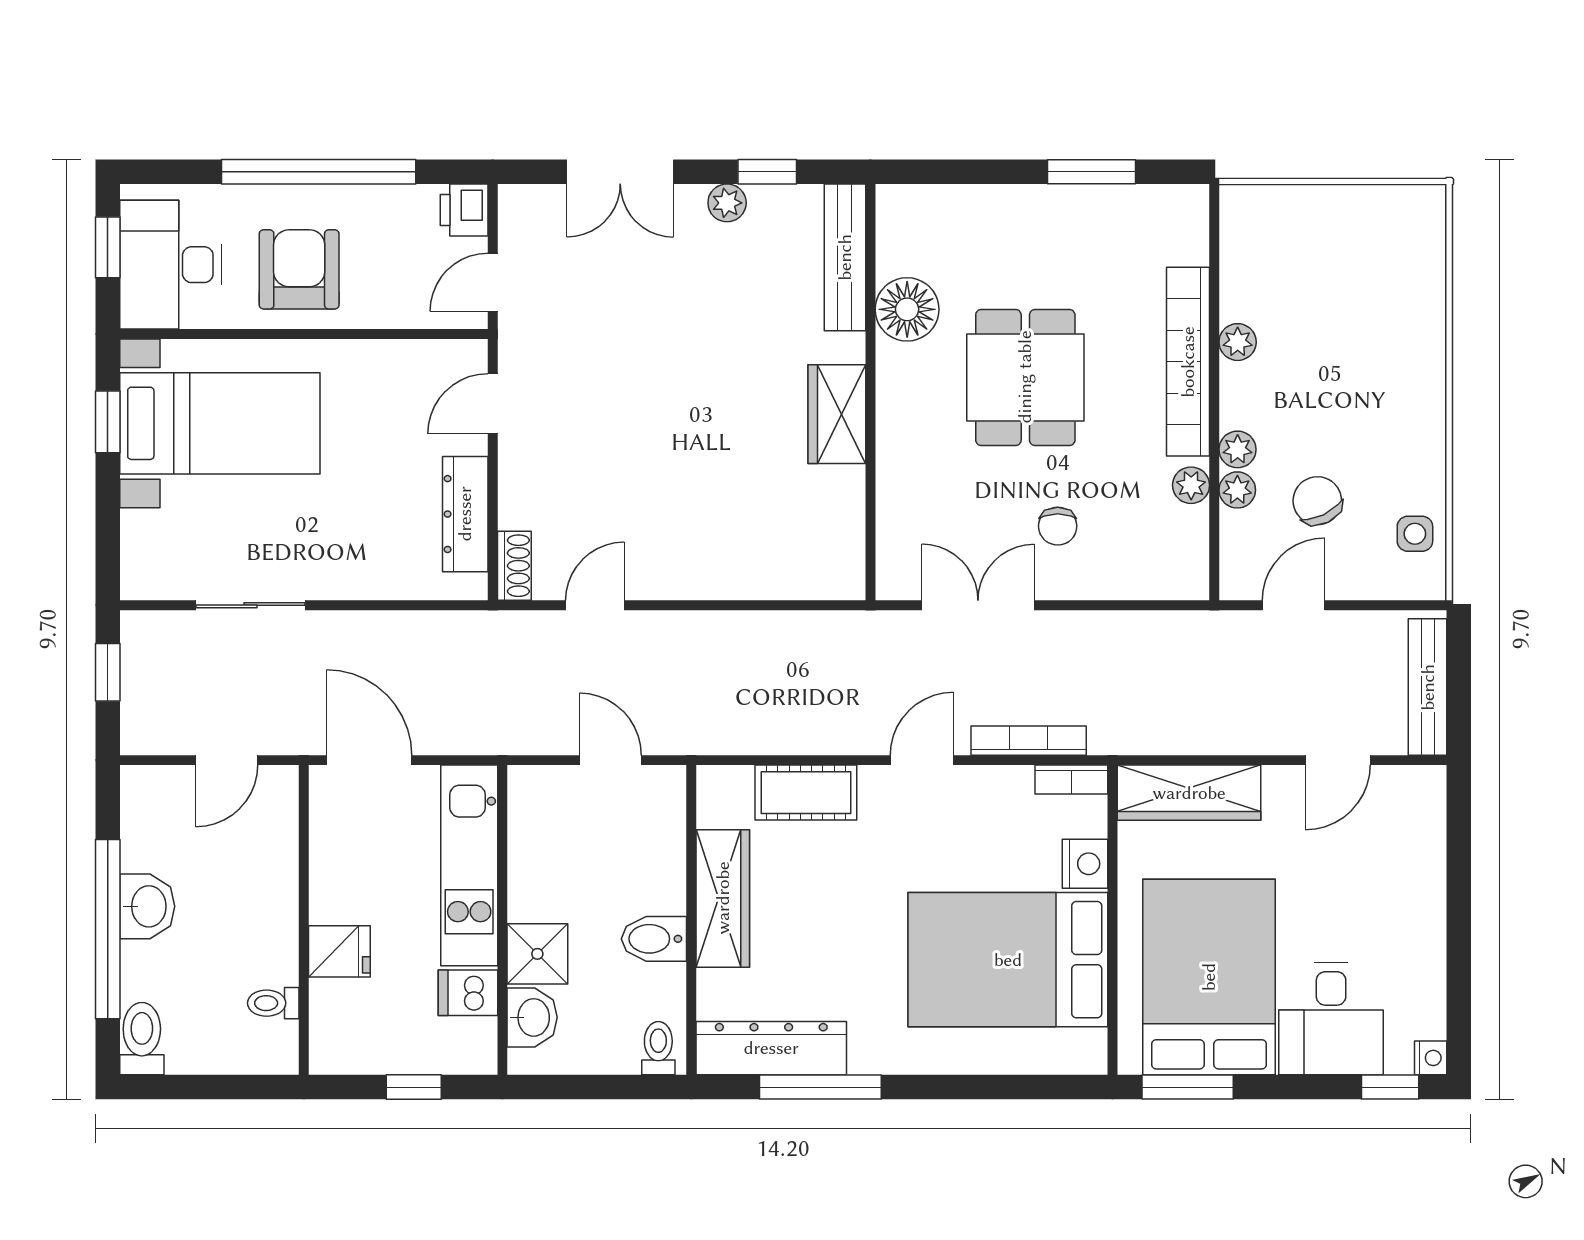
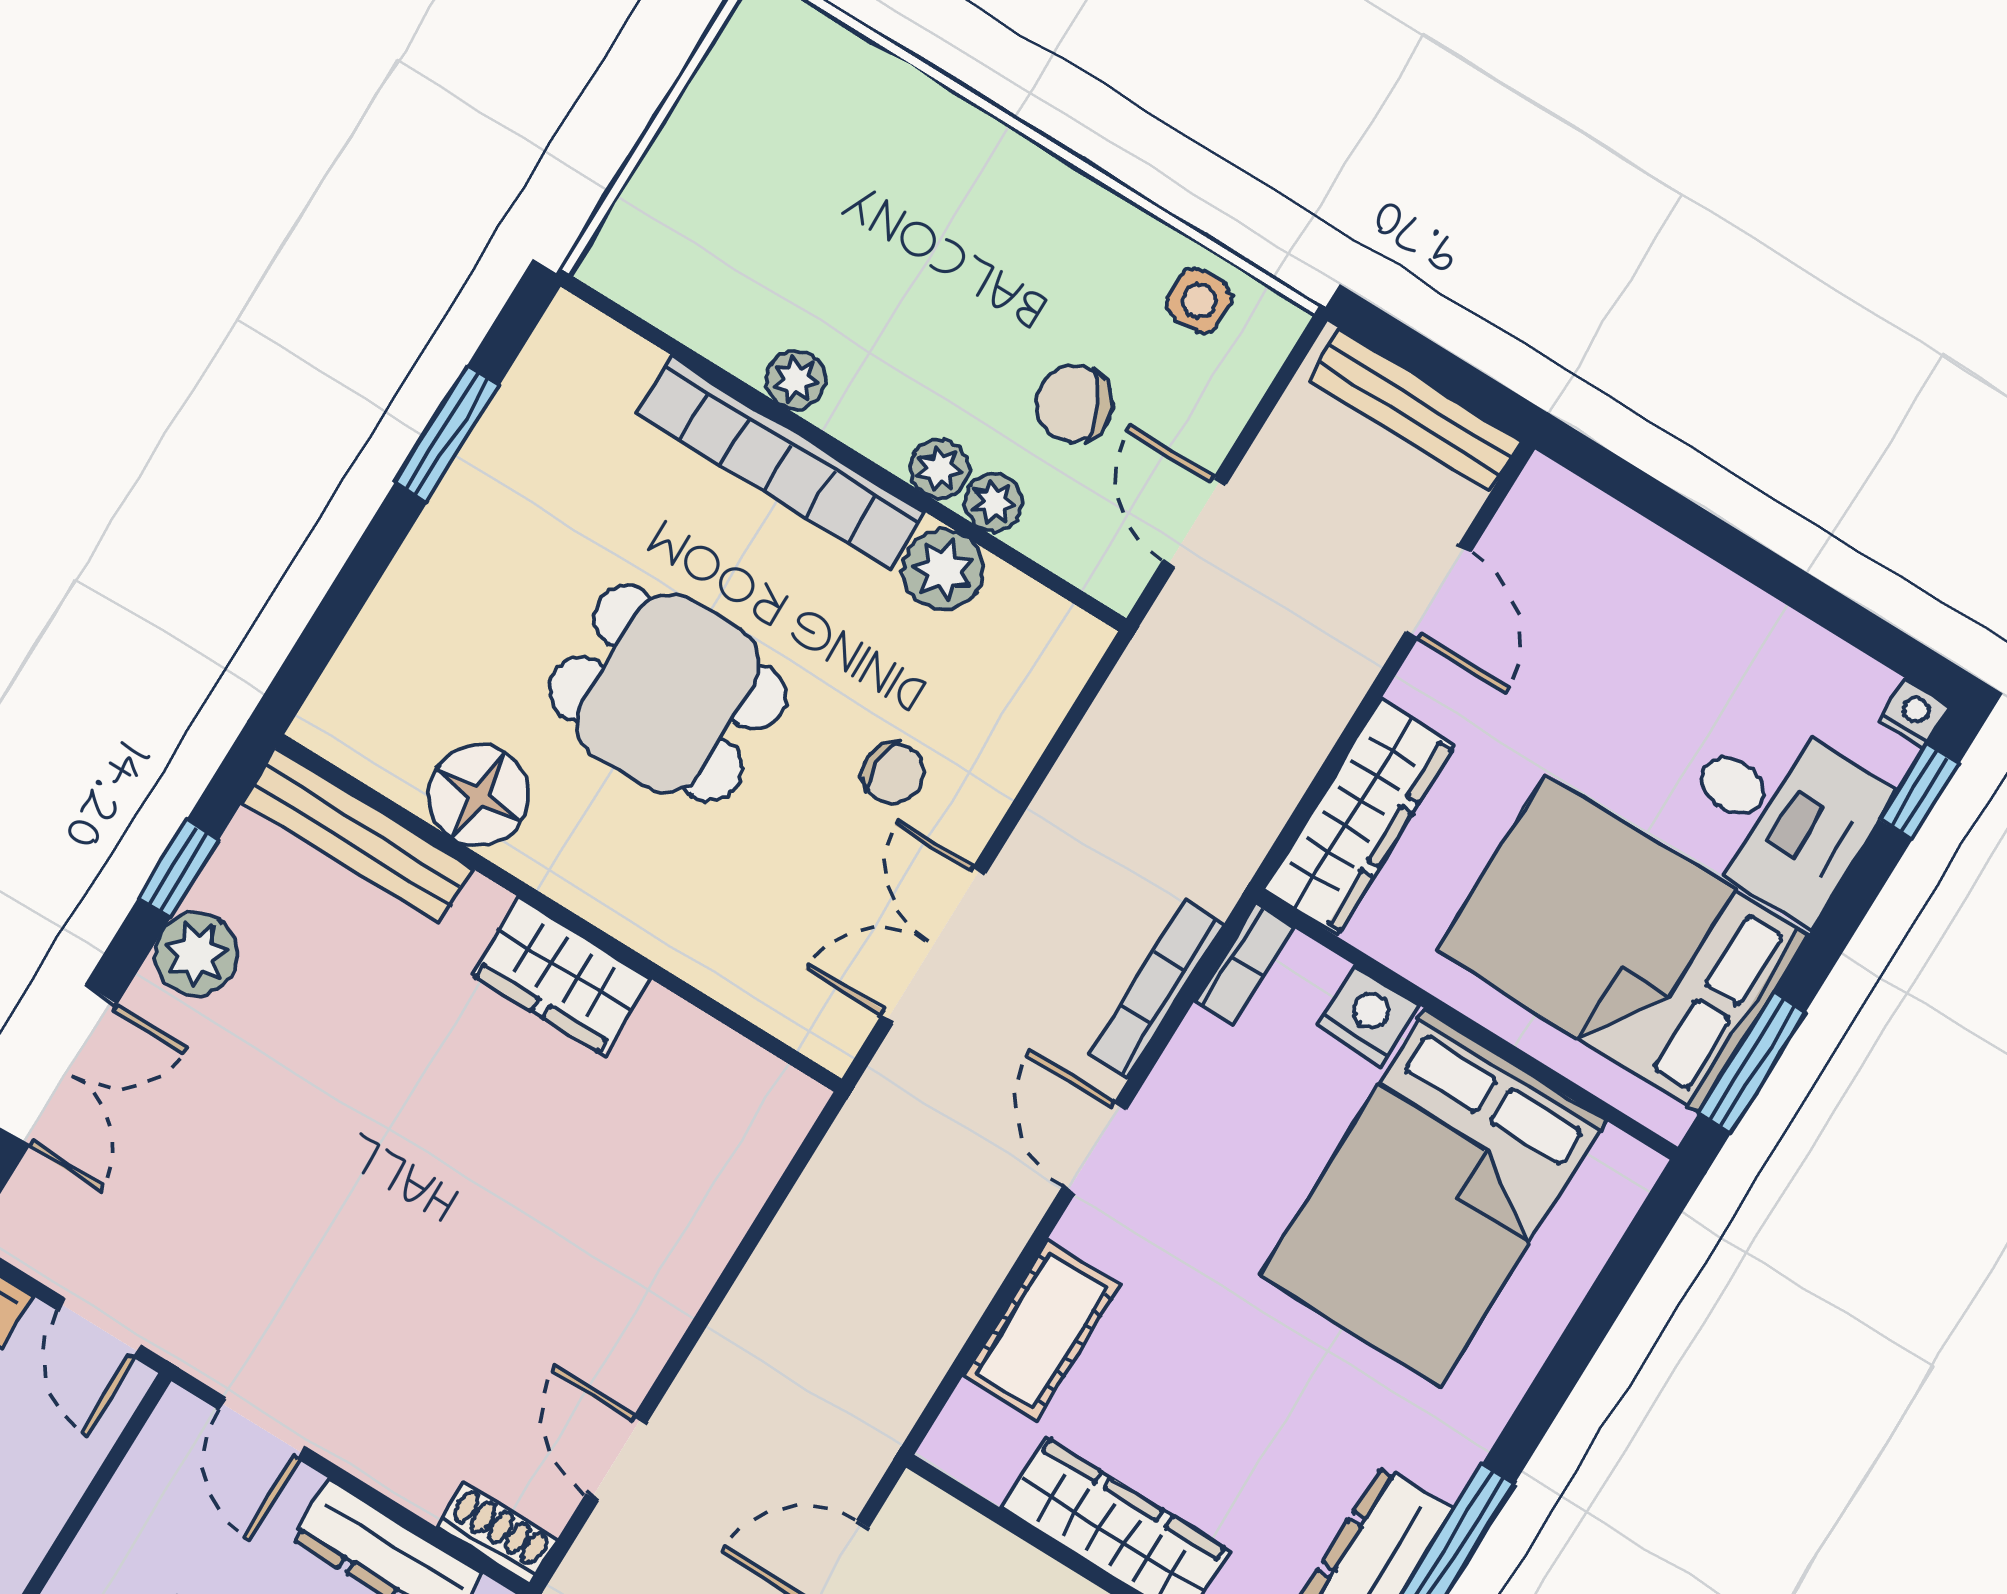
plant: (727, 203) -> (197, 954), width x1.38, depth x1.38
plant: (1191, 485) -> (943, 570), width x1.38, depth x1.38

